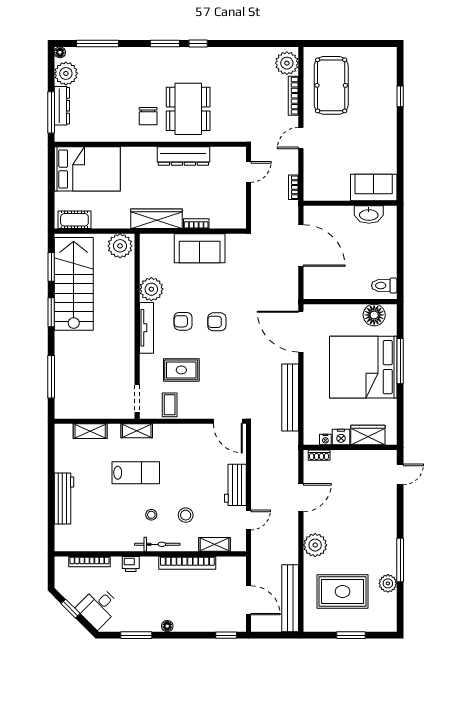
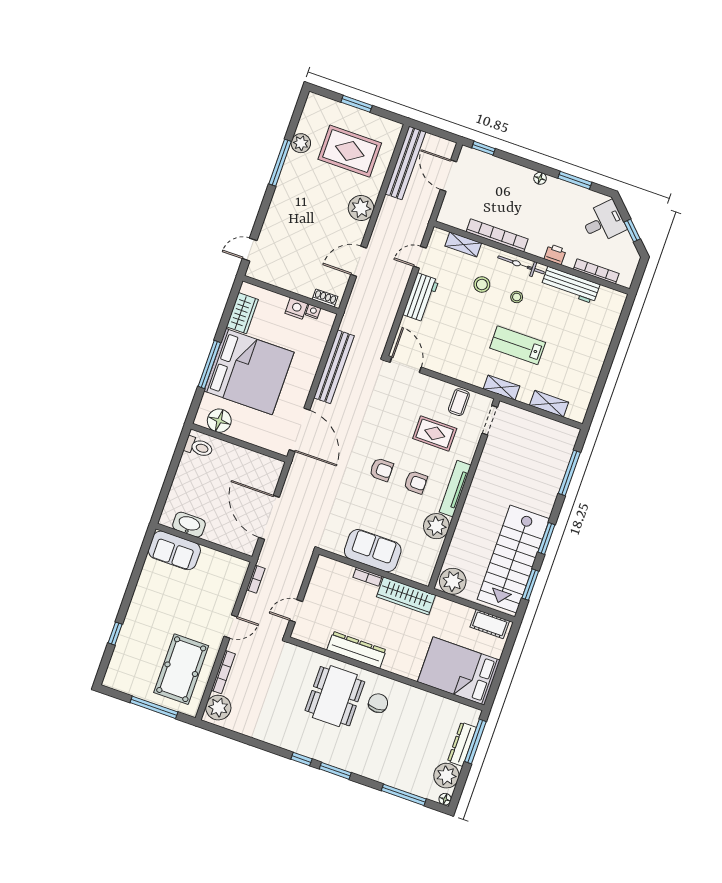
window: (343, 44) -> (154, 707), added
wardrobe: (368, 435) -> (242, 313), moved, turned -90
workbench: (64, 498) -> (571, 285), moved, turned -90

